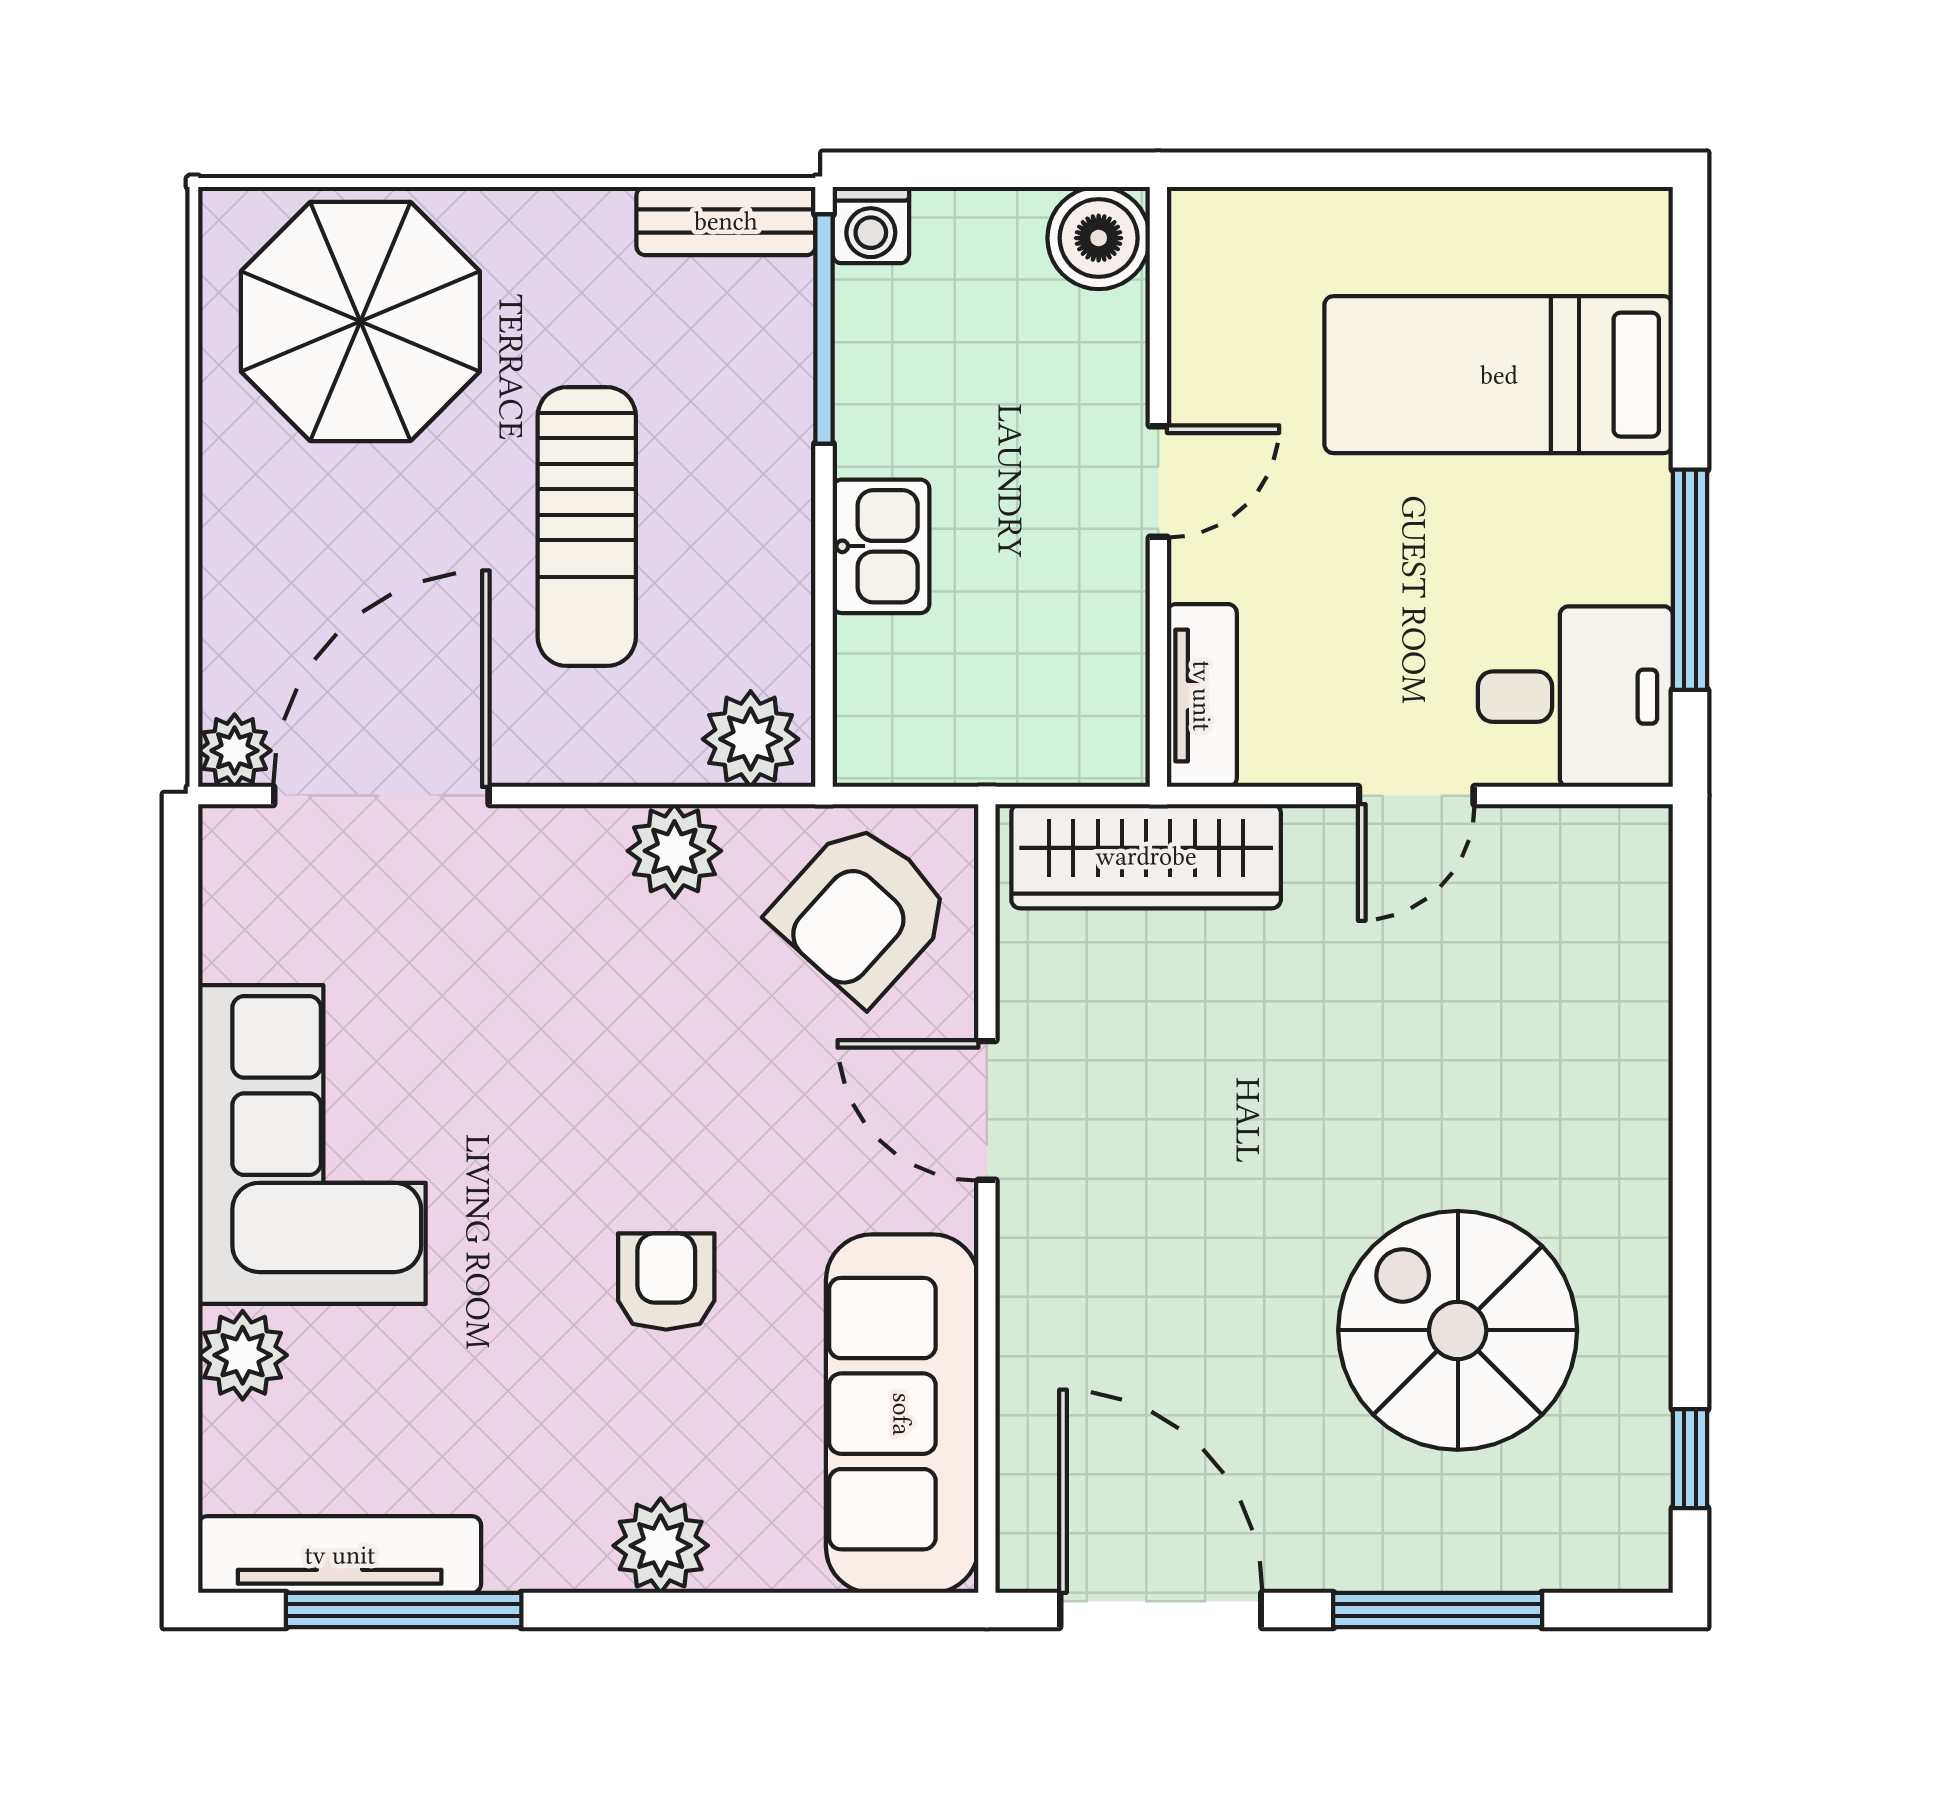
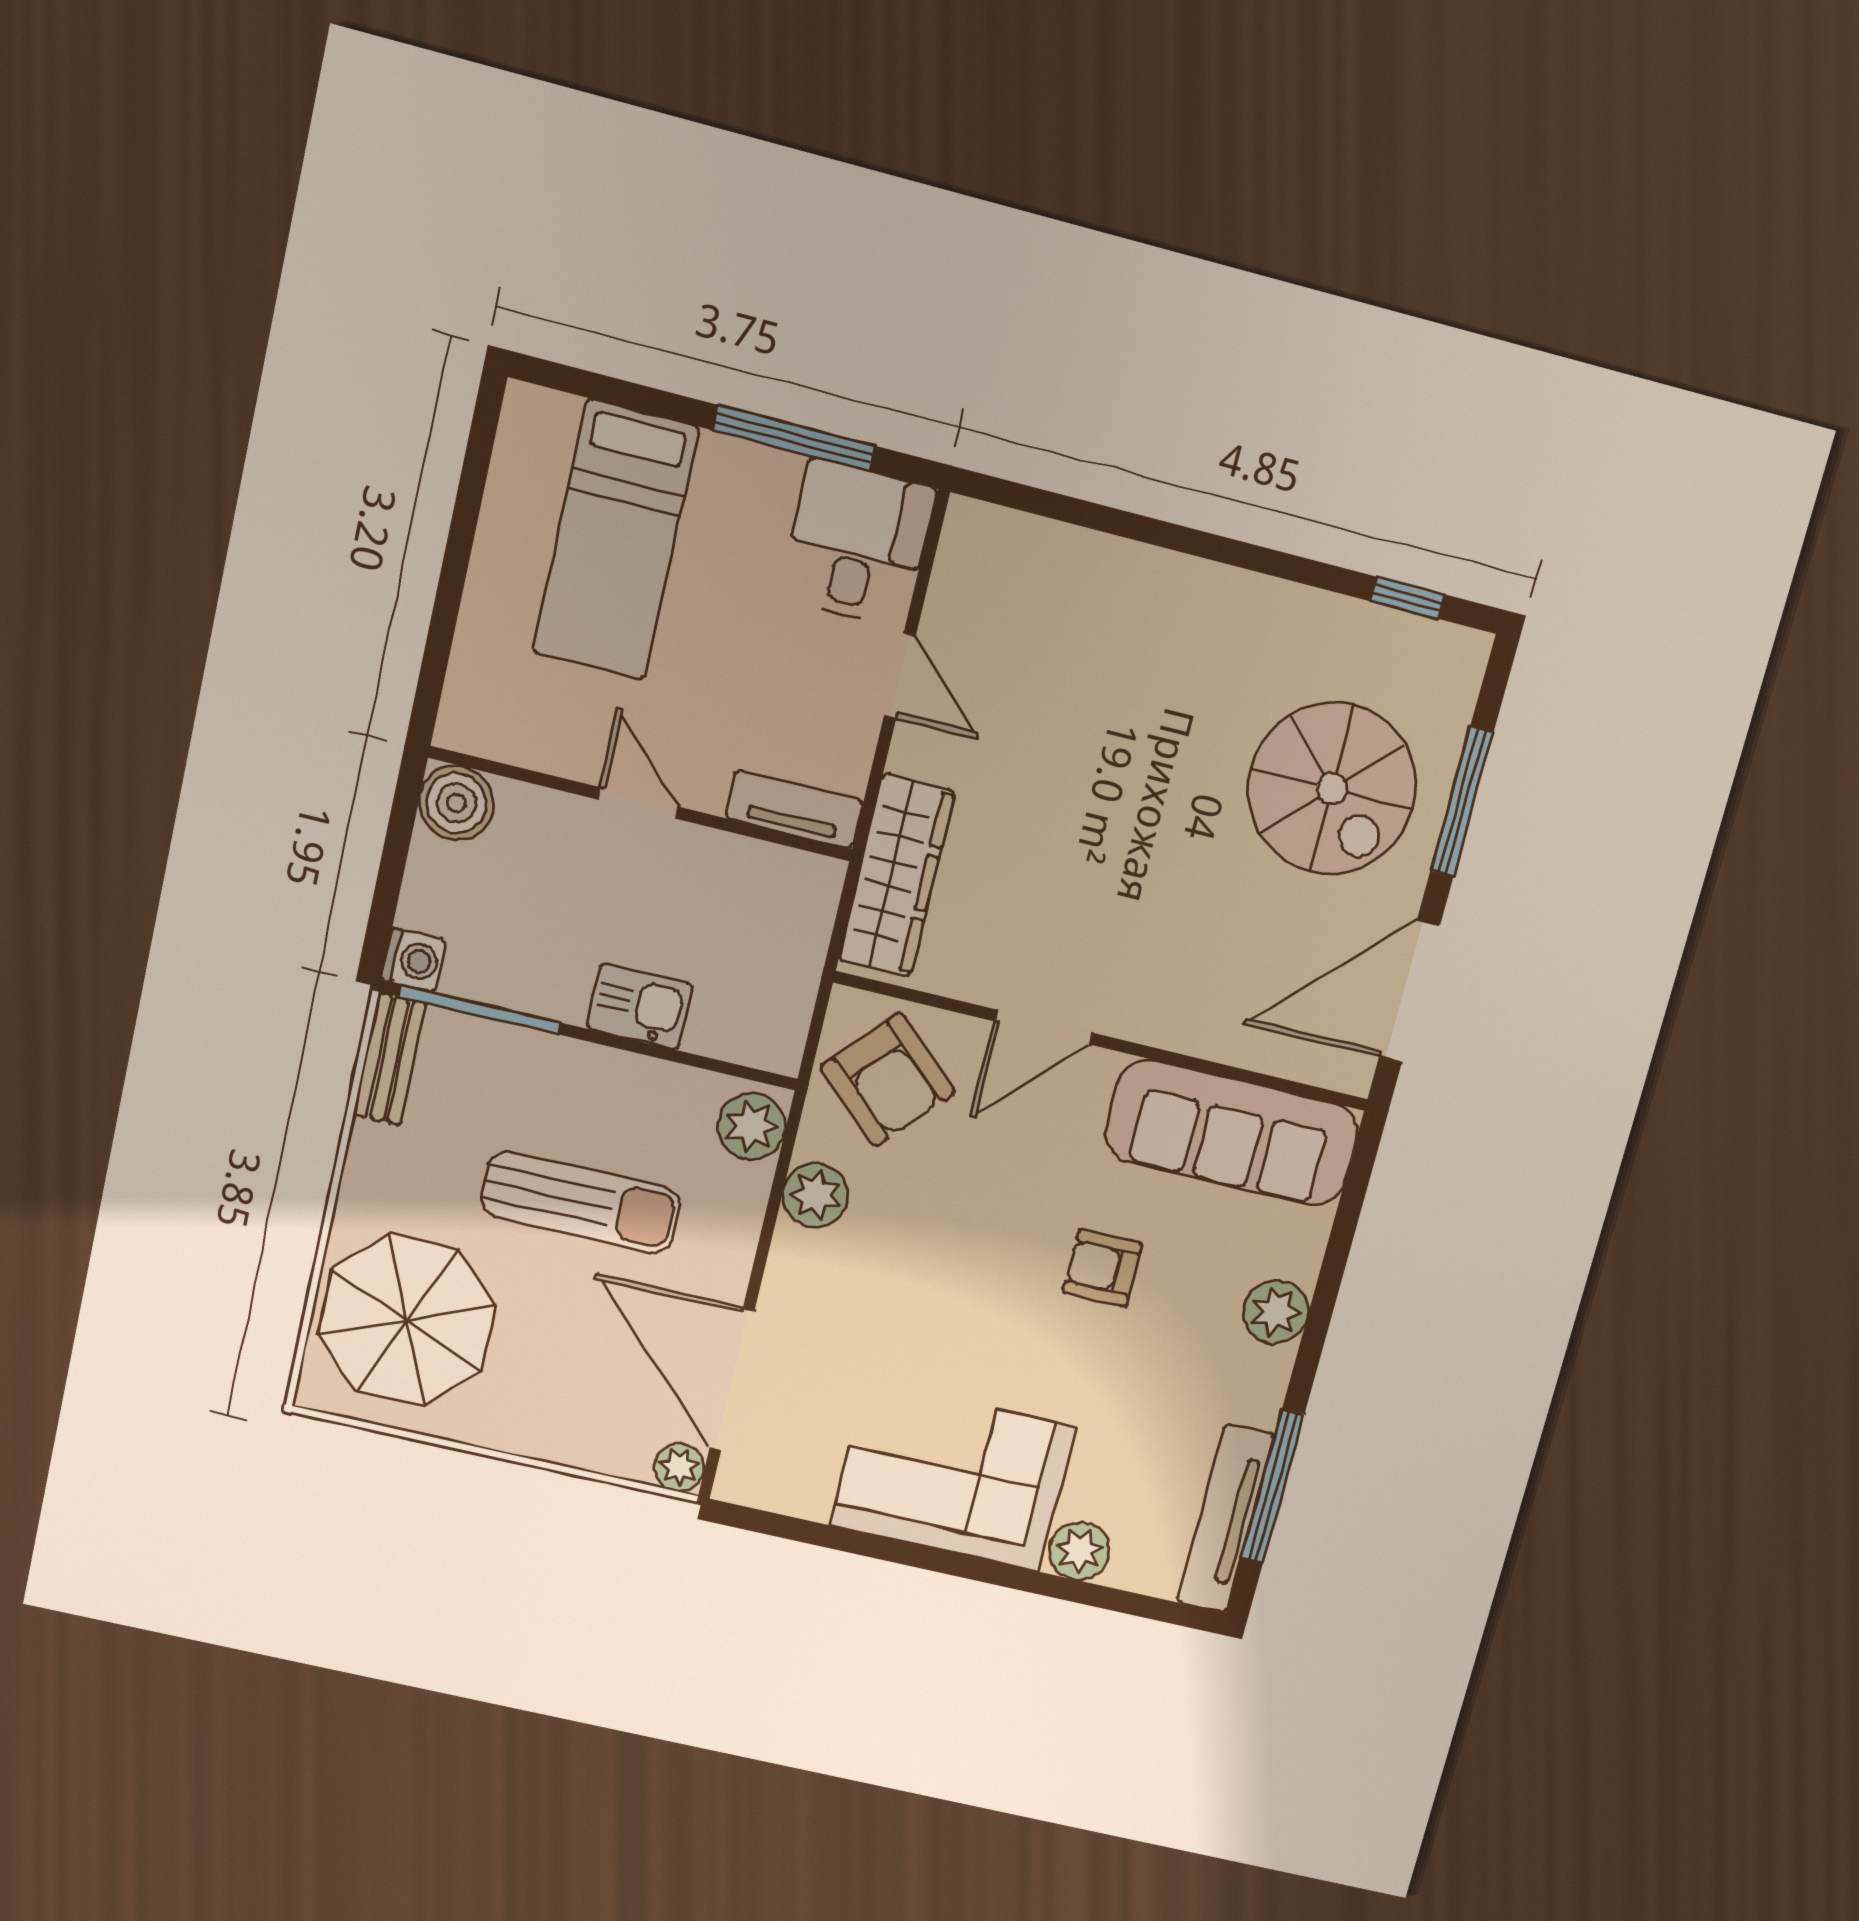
spiral stairs: (1458, 1330) -> (1332, 789), moved, turned -90

